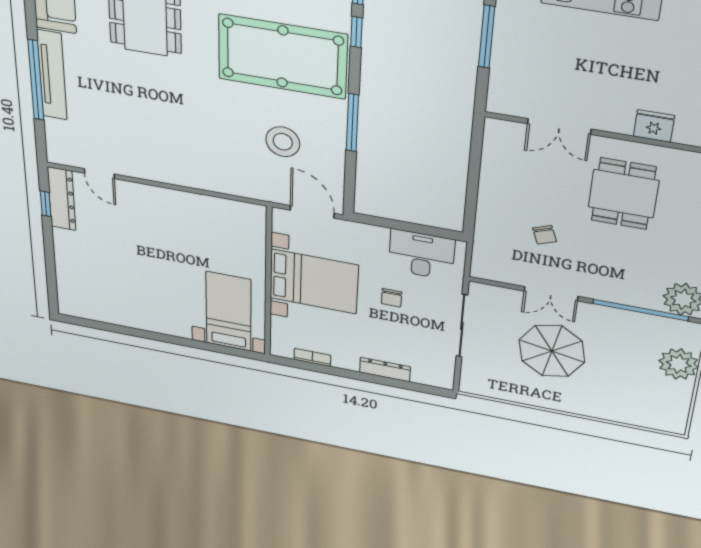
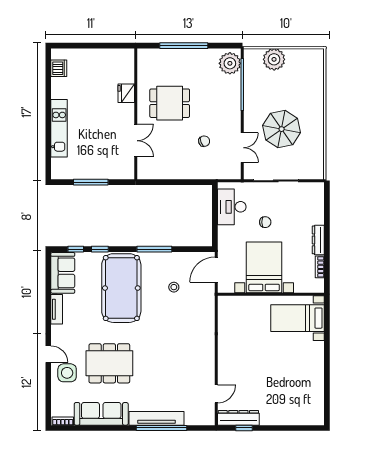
stool: (283, 142) -> (174, 287), width x0.53, depth x0.53
double door: (551, 294) -> (242, 148), moved
dresser: (385, 370) -> (318, 240), moved

